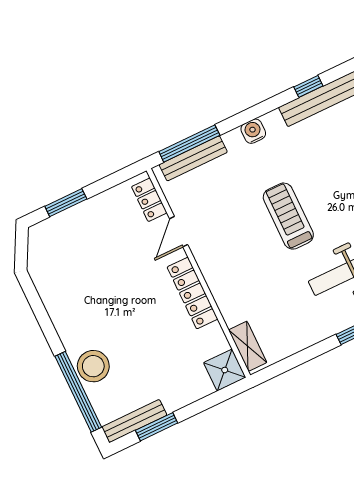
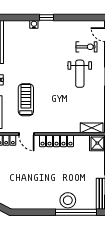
treadmill: (288, 216) -> (26, 100), moved, turned 90

